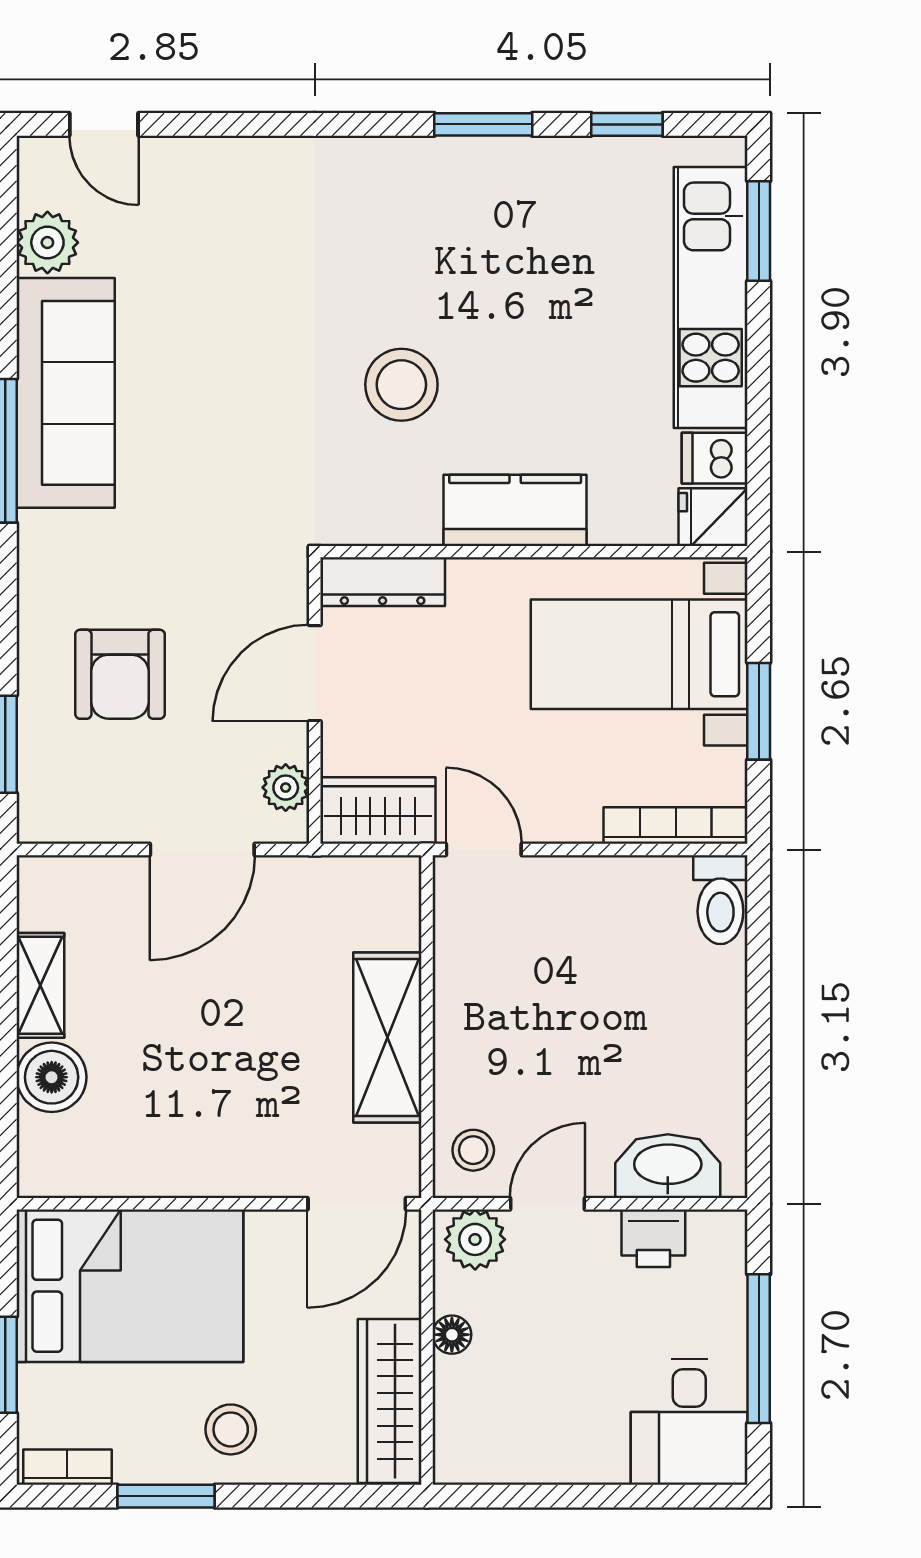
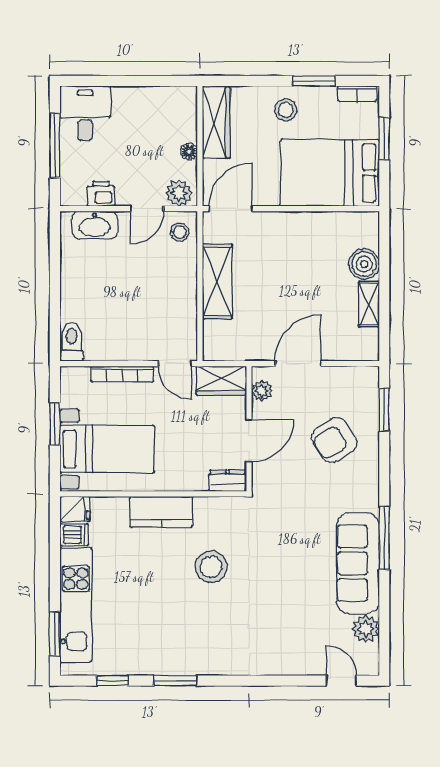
dresser: (383, 582) -> (228, 481), width x0.70
armchair: (120, 674) -> (334, 440), turned -122
bookcase: (676, 826) -> (122, 374), moved

